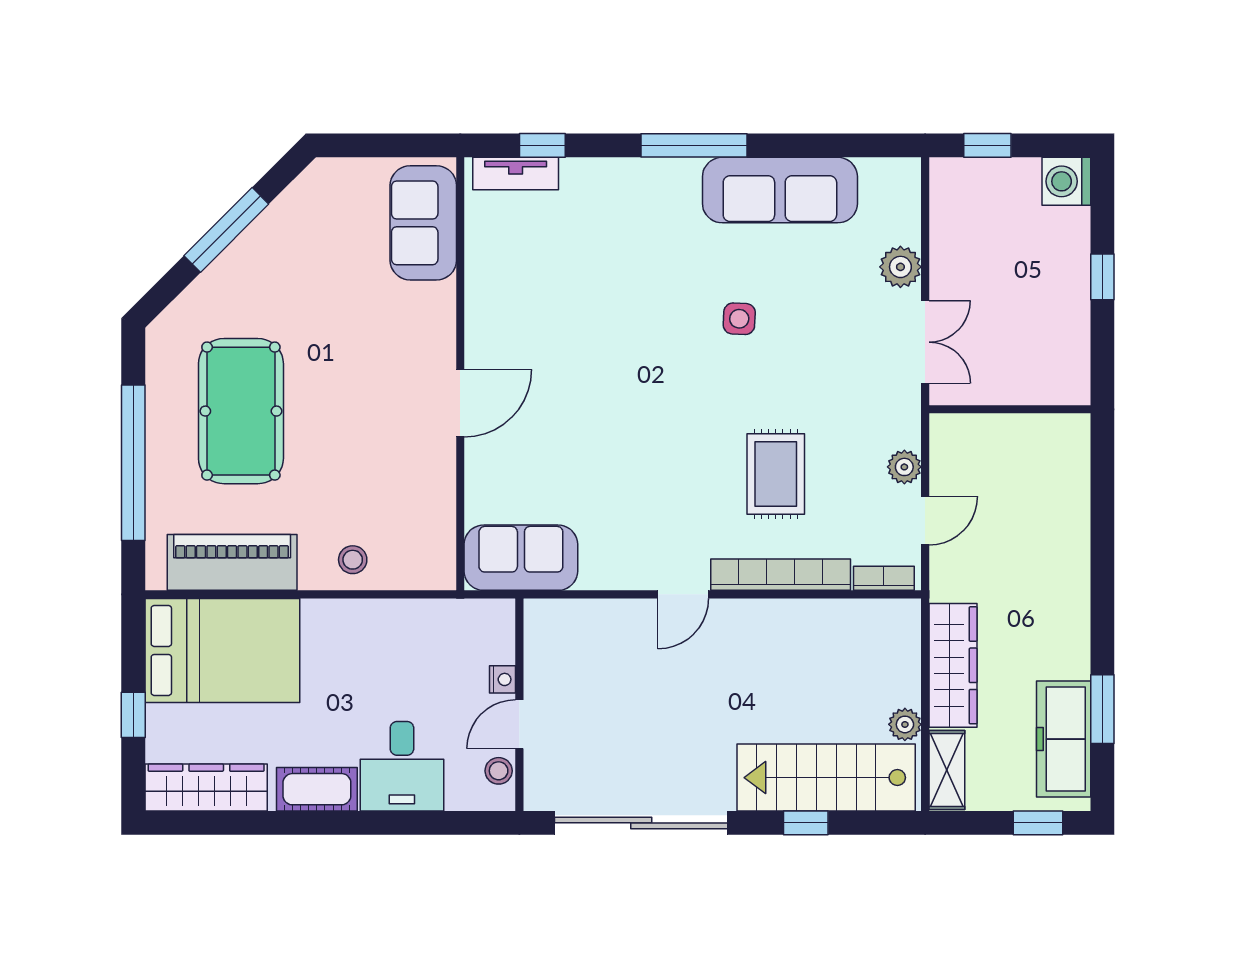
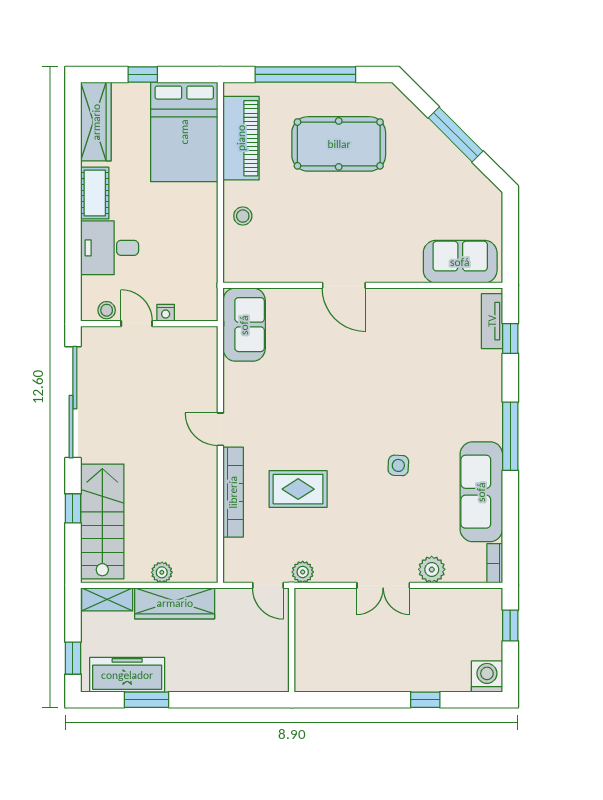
wall: (1010, 409) -> (292, 640), moved
bookcase: (884, 578) -> (495, 563), moved, turned 180
plant: (905, 724) -> (162, 572), moved

